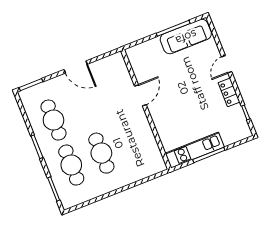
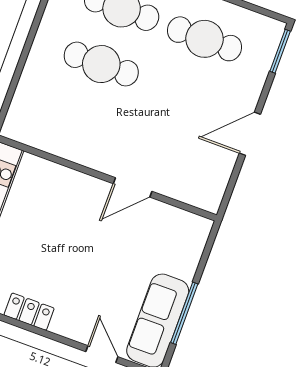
door: (227, 64) -> (102, 354), moved
door: (140, 95) -> (133, 187), hinge flipped

